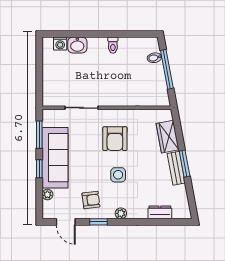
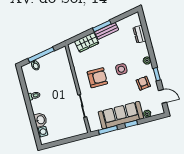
door: (66, 222) -> (163, 96), hinge flipped

